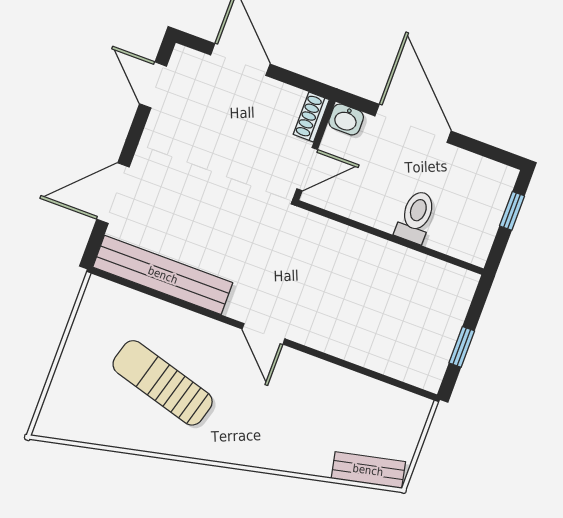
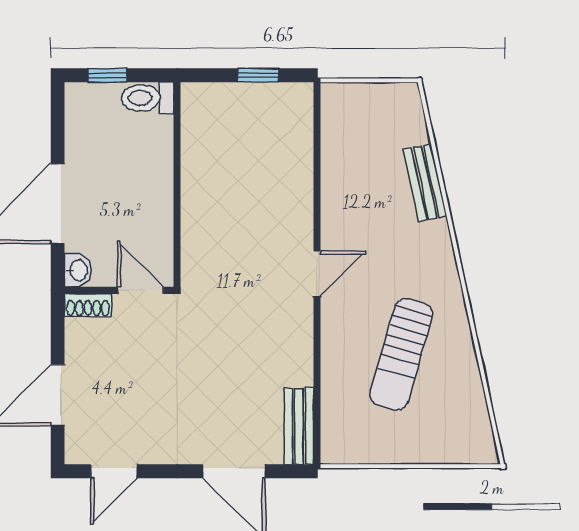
toilet: (416, 217) -> (148, 98), moved
bench: (163, 275) -> (299, 426), width x0.54, depth x0.82
bench: (368, 470) -> (425, 183), moved

